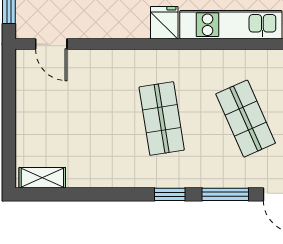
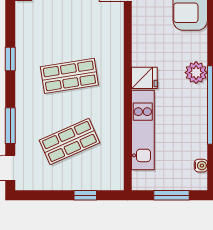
window: (170, 194) -> (10, 59), moved

